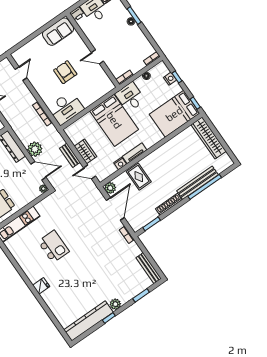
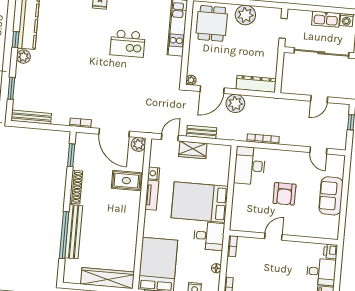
sofa: (58, 32) -> (331, 196), moved
armchair: (65, 72) -> (284, 194), turned 90

